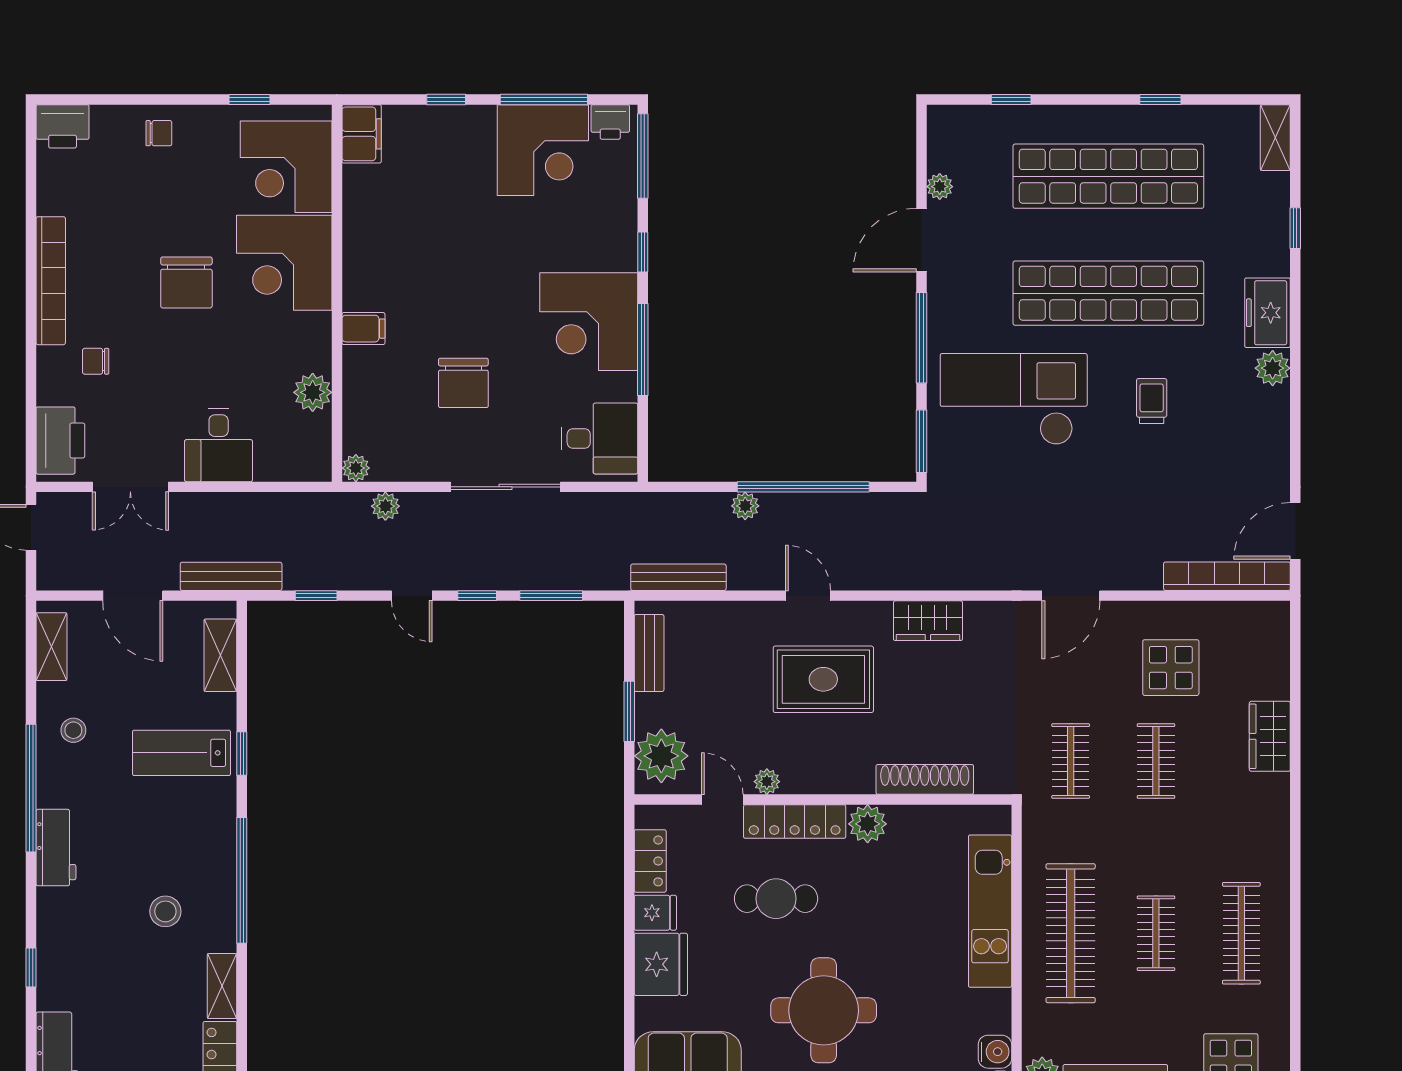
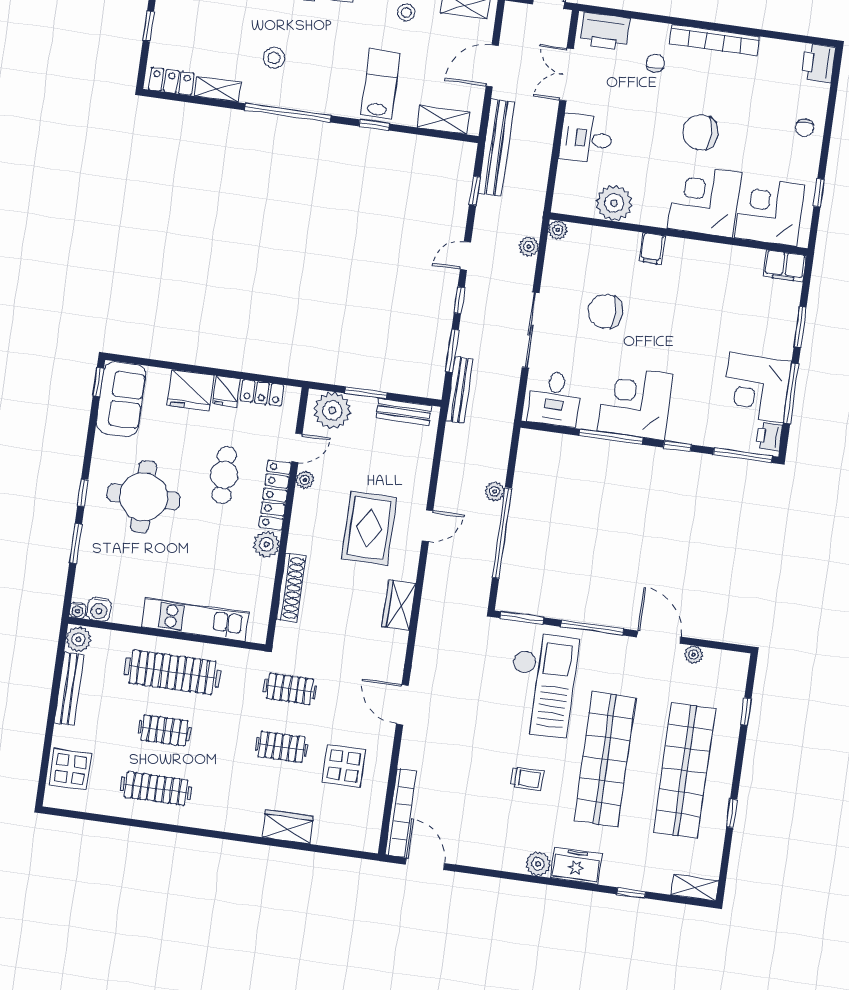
window: (446, 99) -> (800, 327), width x1.50
plant: (313, 392) -> (614, 203), width x1.36, depth x1.36
bench: (231, 576) -> (496, 148), width x1.37, depth x1.21
bench: (678, 577) -> (459, 390), moved

